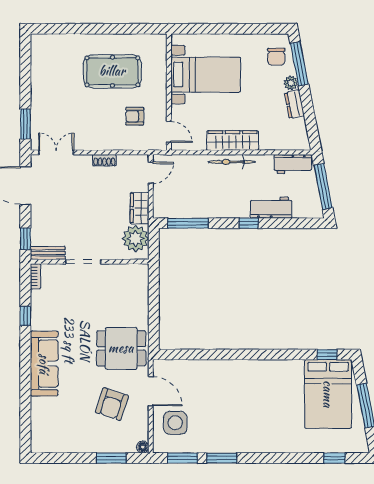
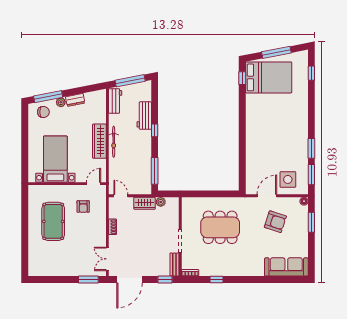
plant: (136, 239) -> (161, 202), width x0.53, depth x0.53
dining table: (121, 348) -> (220, 227), moved, width x1.38
sofa: (44, 364) -> (286, 267), moved

